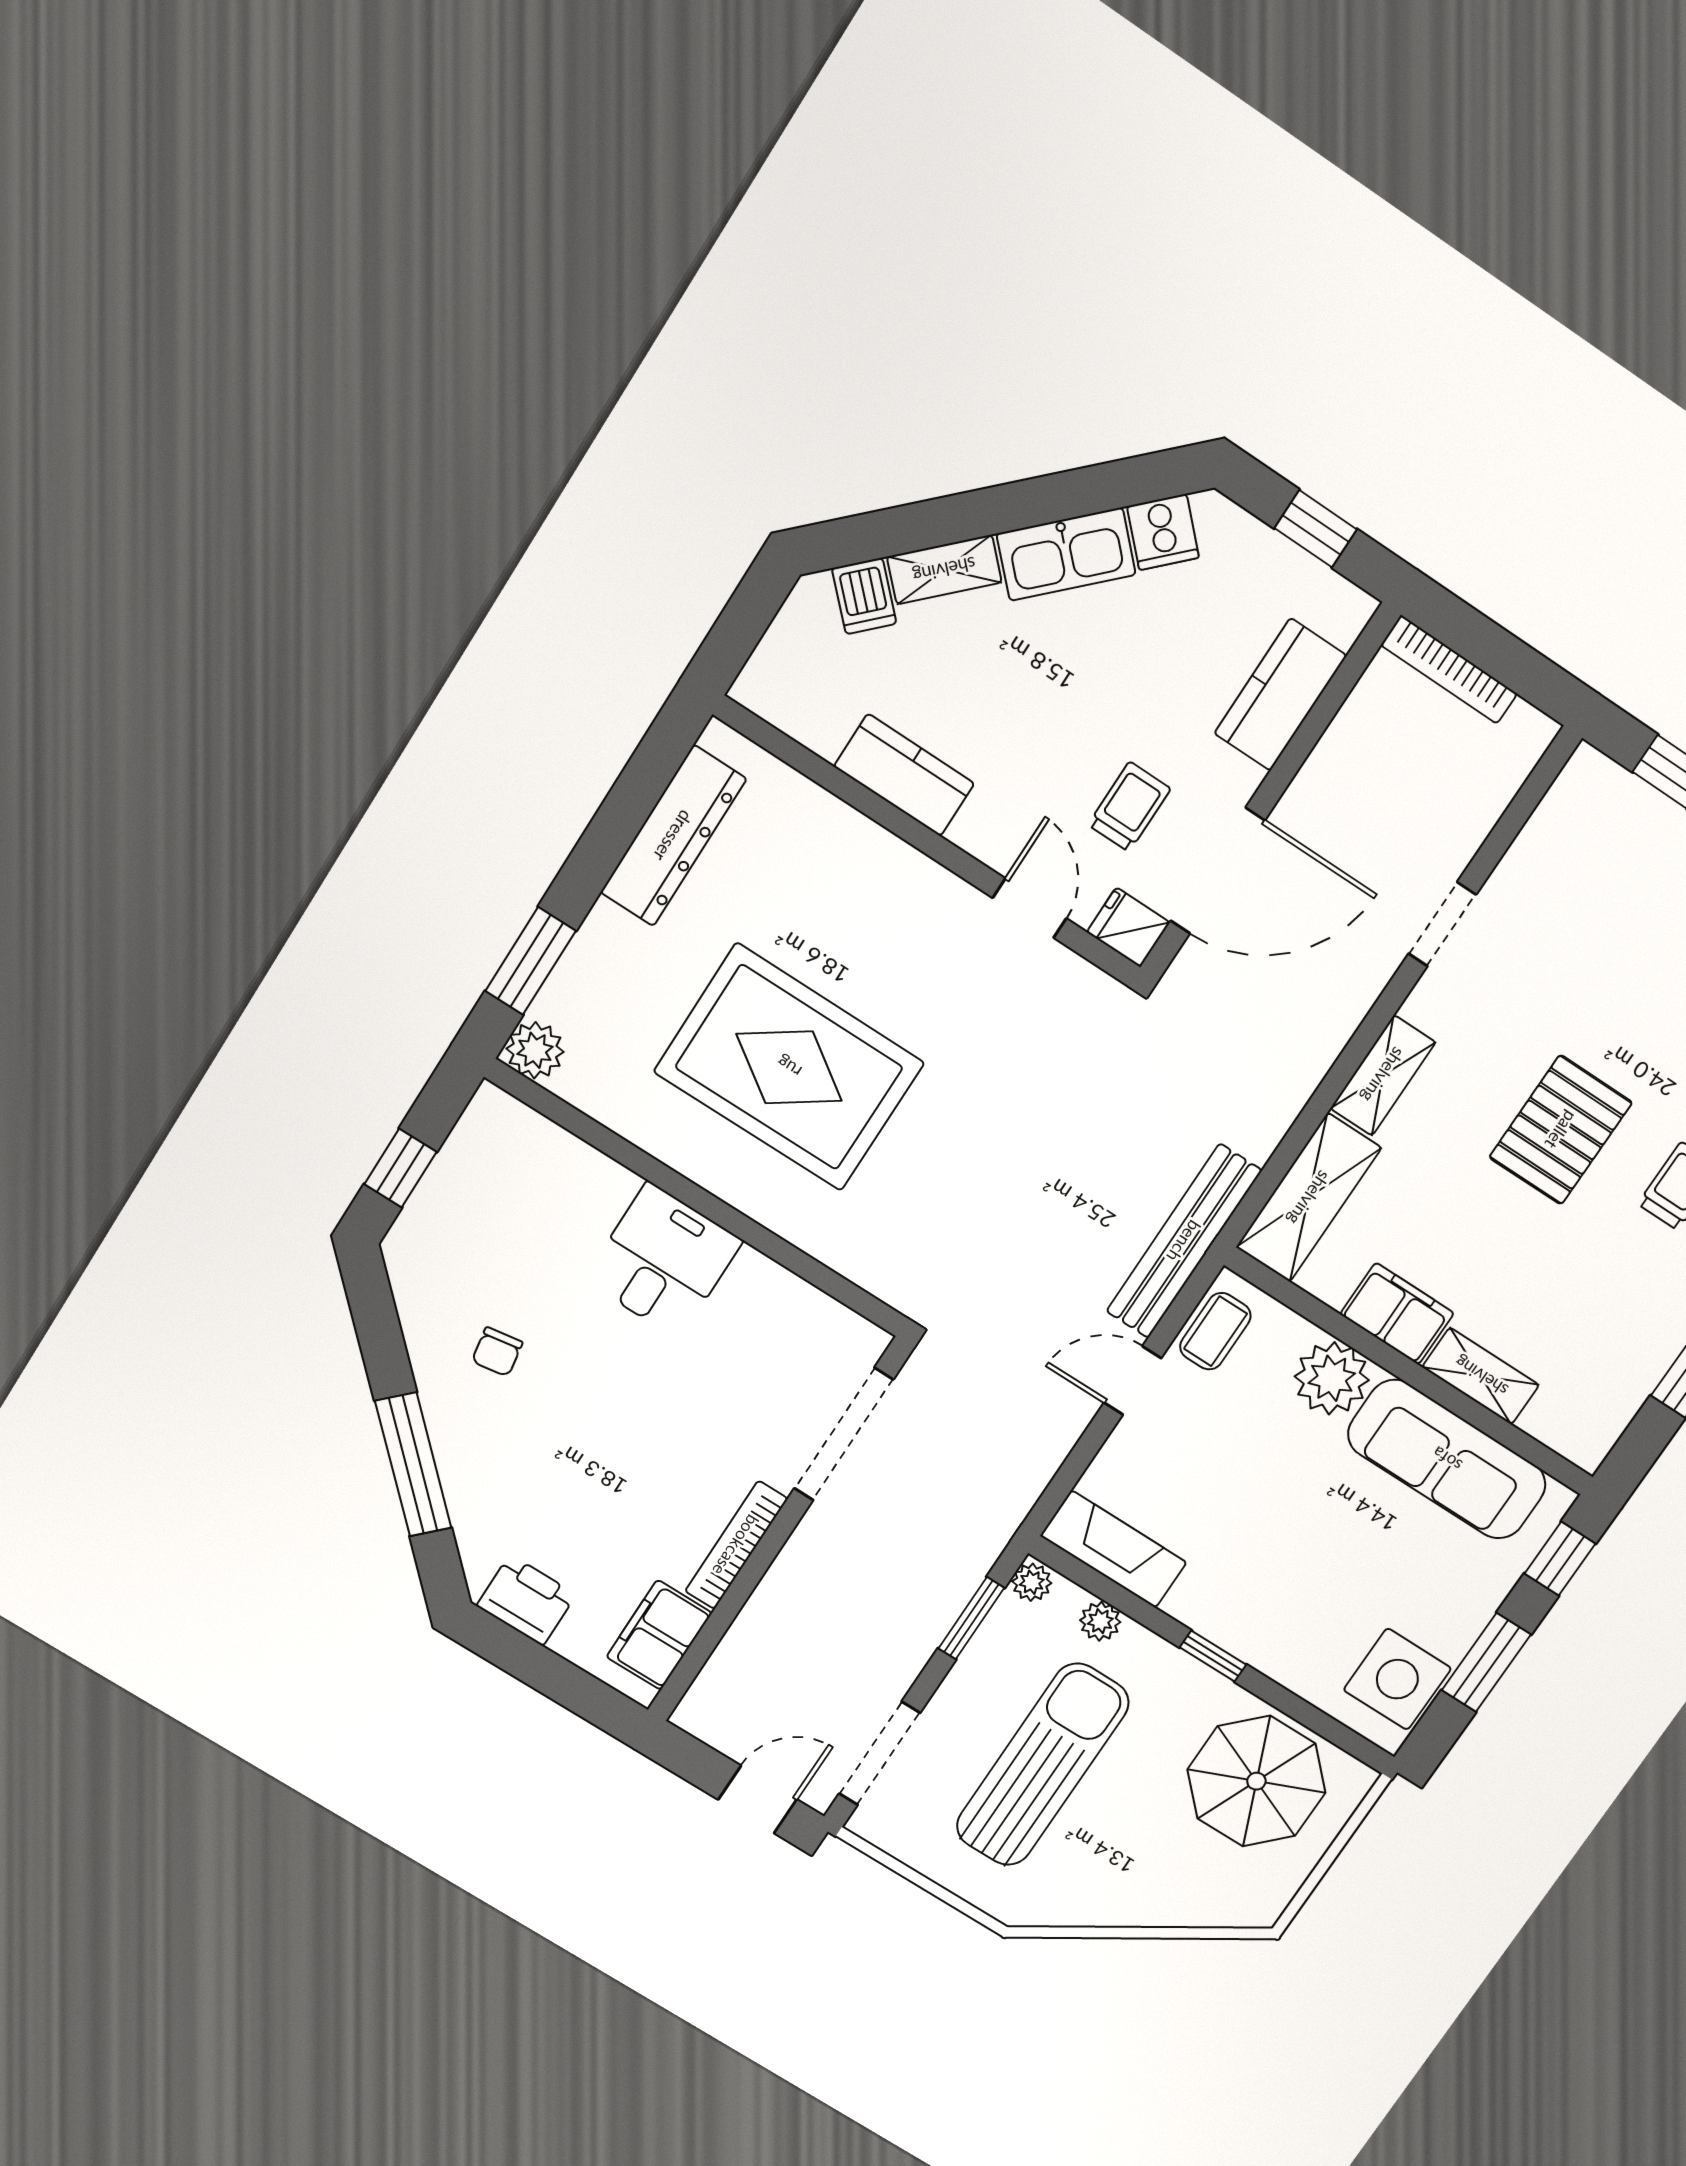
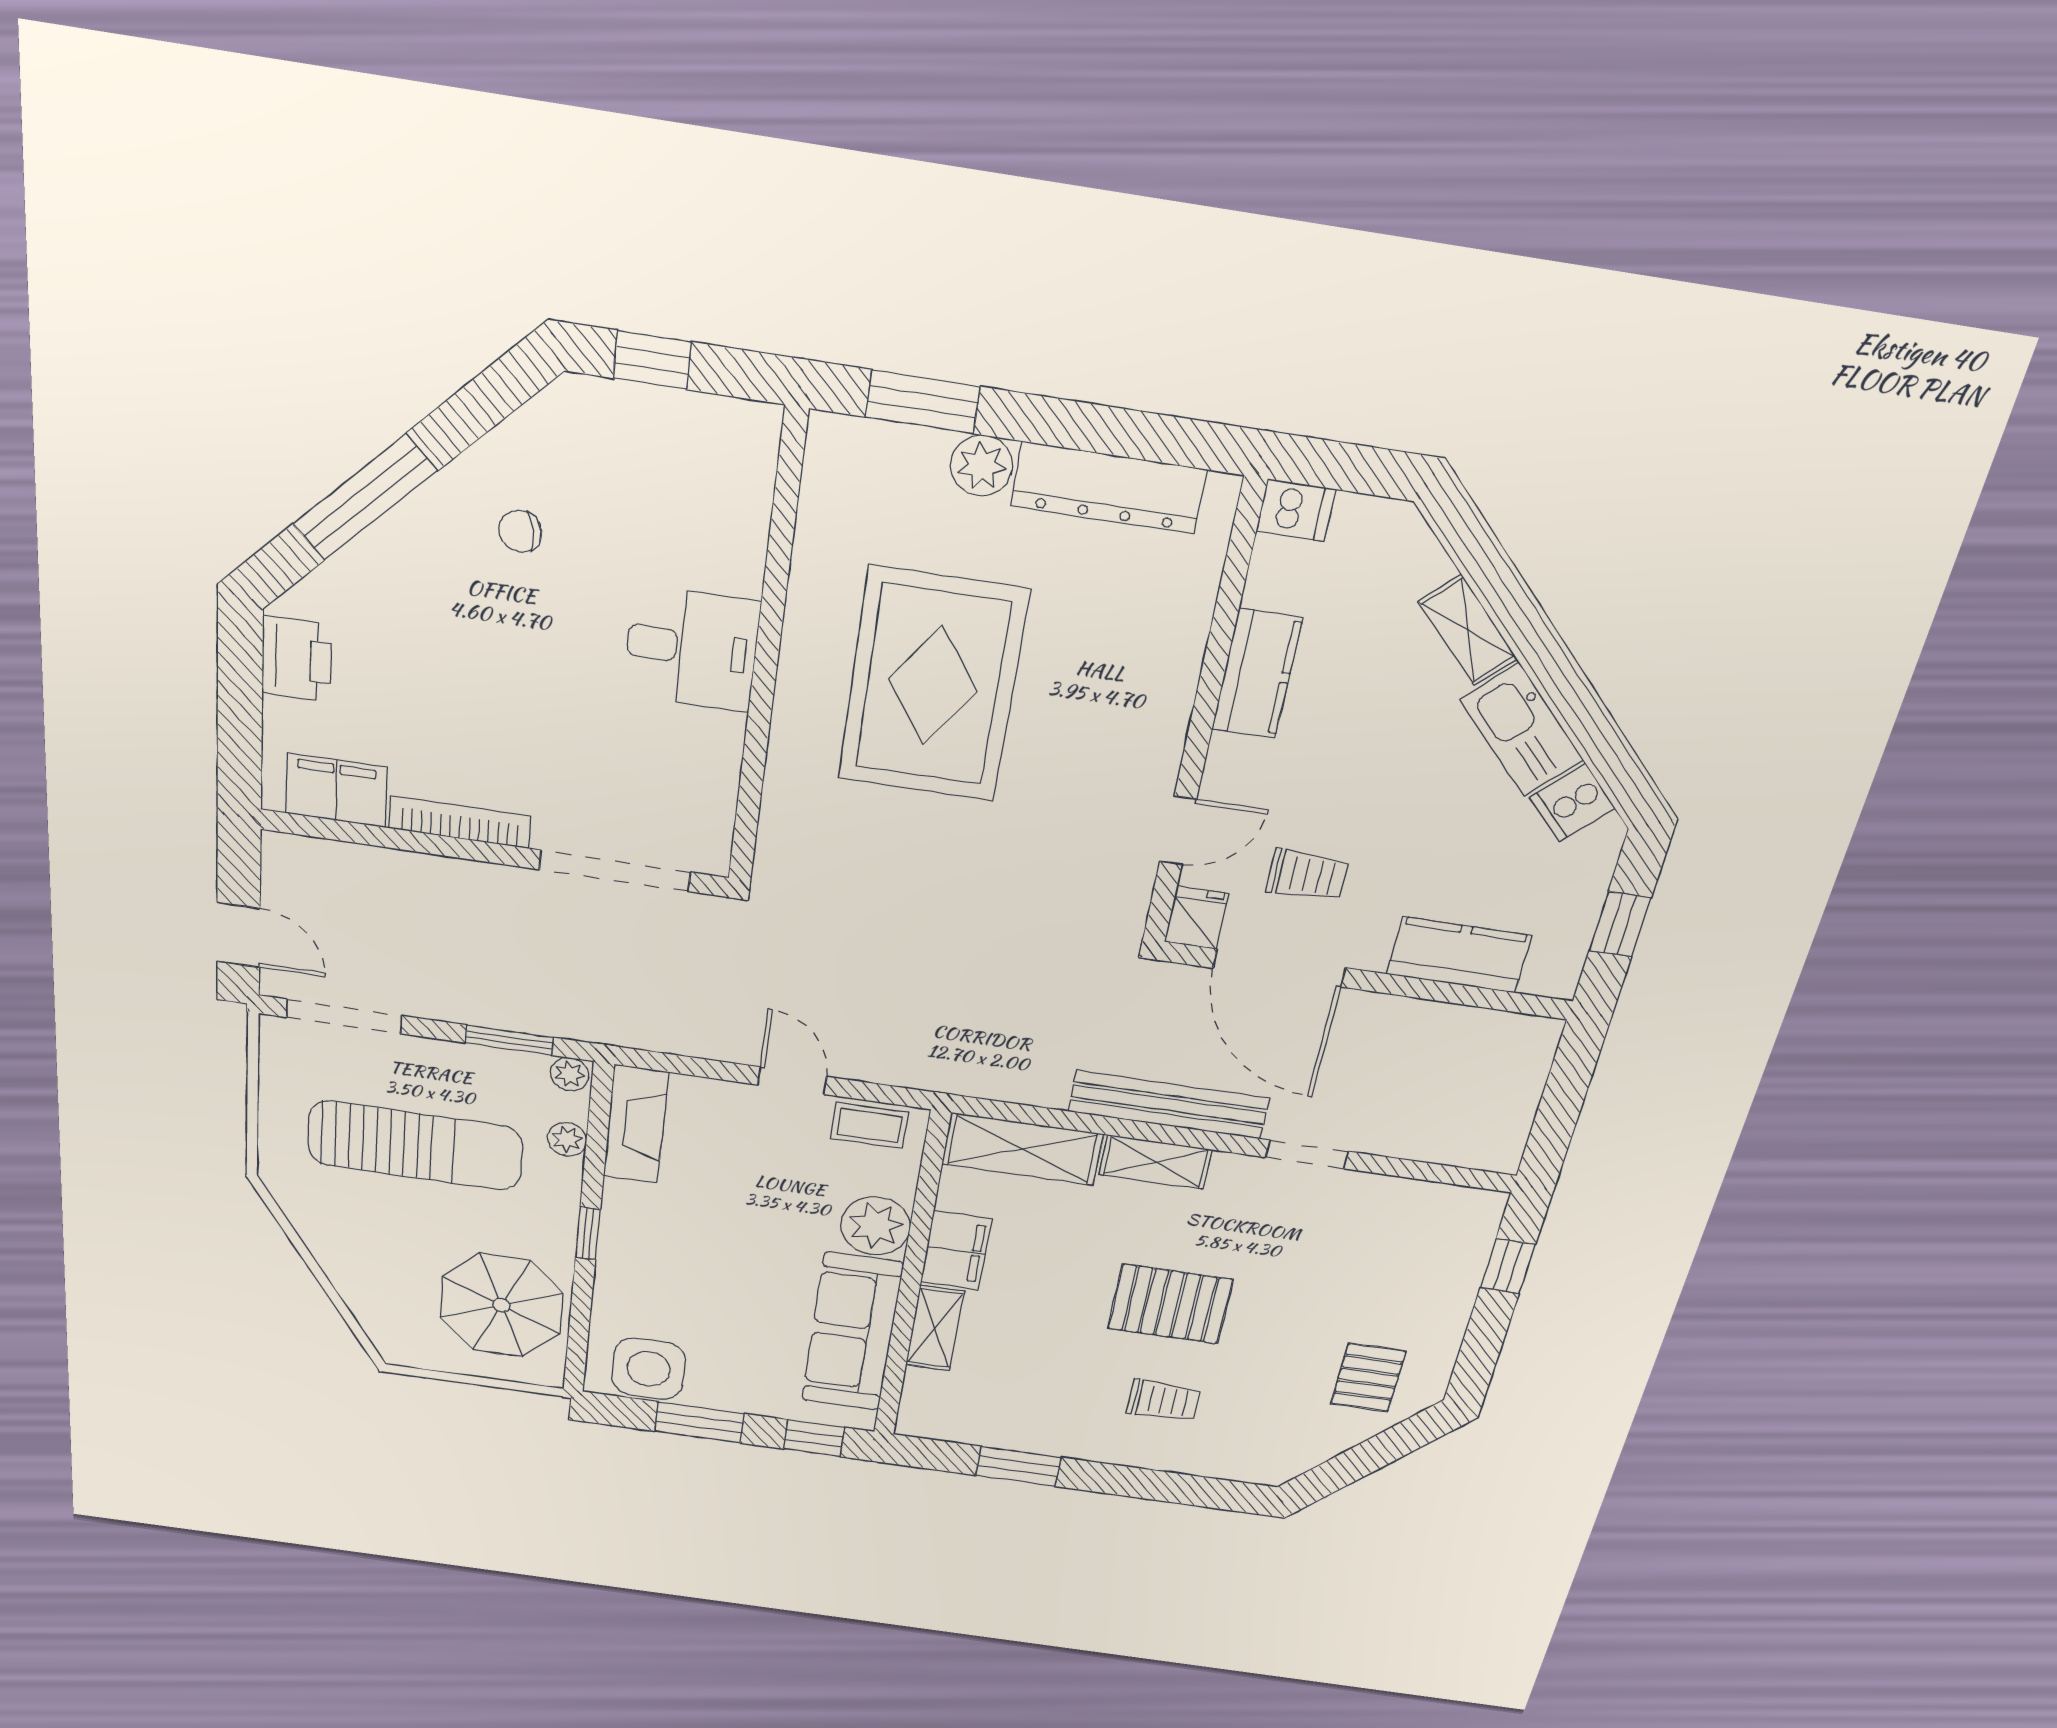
dishwasher: (864, 596) -> (1296, 510), moved, turned -135
bookcase: (1449, 670) -> (1532, 1074), removed
plant: (535, 1050) -> (982, 466), moved
bench: (1184, 1241) -> (1168, 1105), moved

